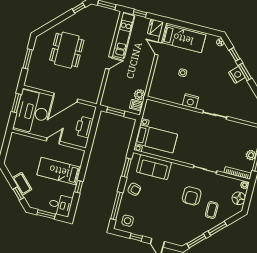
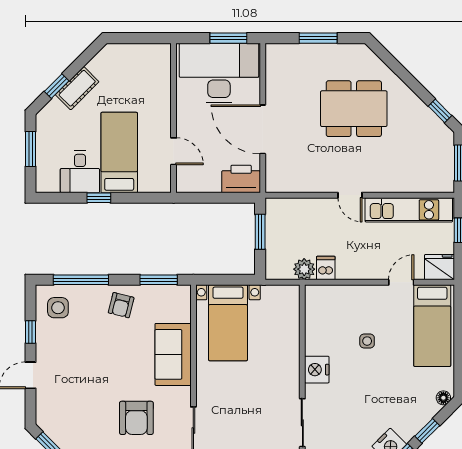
dishwasher: (136, 105) -> (326, 268), moved
printer: (84, 127) -> (241, 179), moved
door: (53, 141) -> (174, 151), moved
sofa: (154, 167) -> (173, 354), moved
armchair: (192, 196) -> (136, 418), turned -90
desk: (60, 205) -> (80, 172), moved

